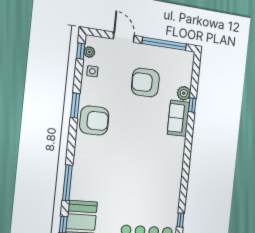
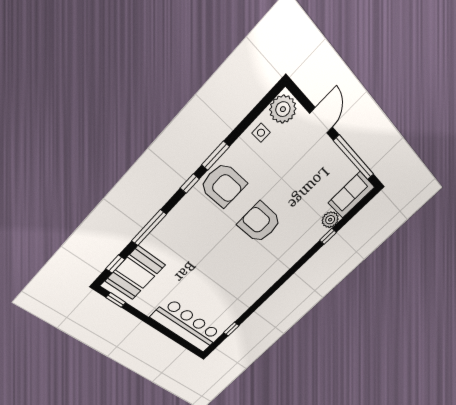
window: (81, 51) -> (190, 184), moved
plant: (89, 52) -> (283, 109), width x1.88, depth x1.88
armchair: (145, 83) -> (260, 223), moved
sofa: (178, 118) -> (351, 195), moved

